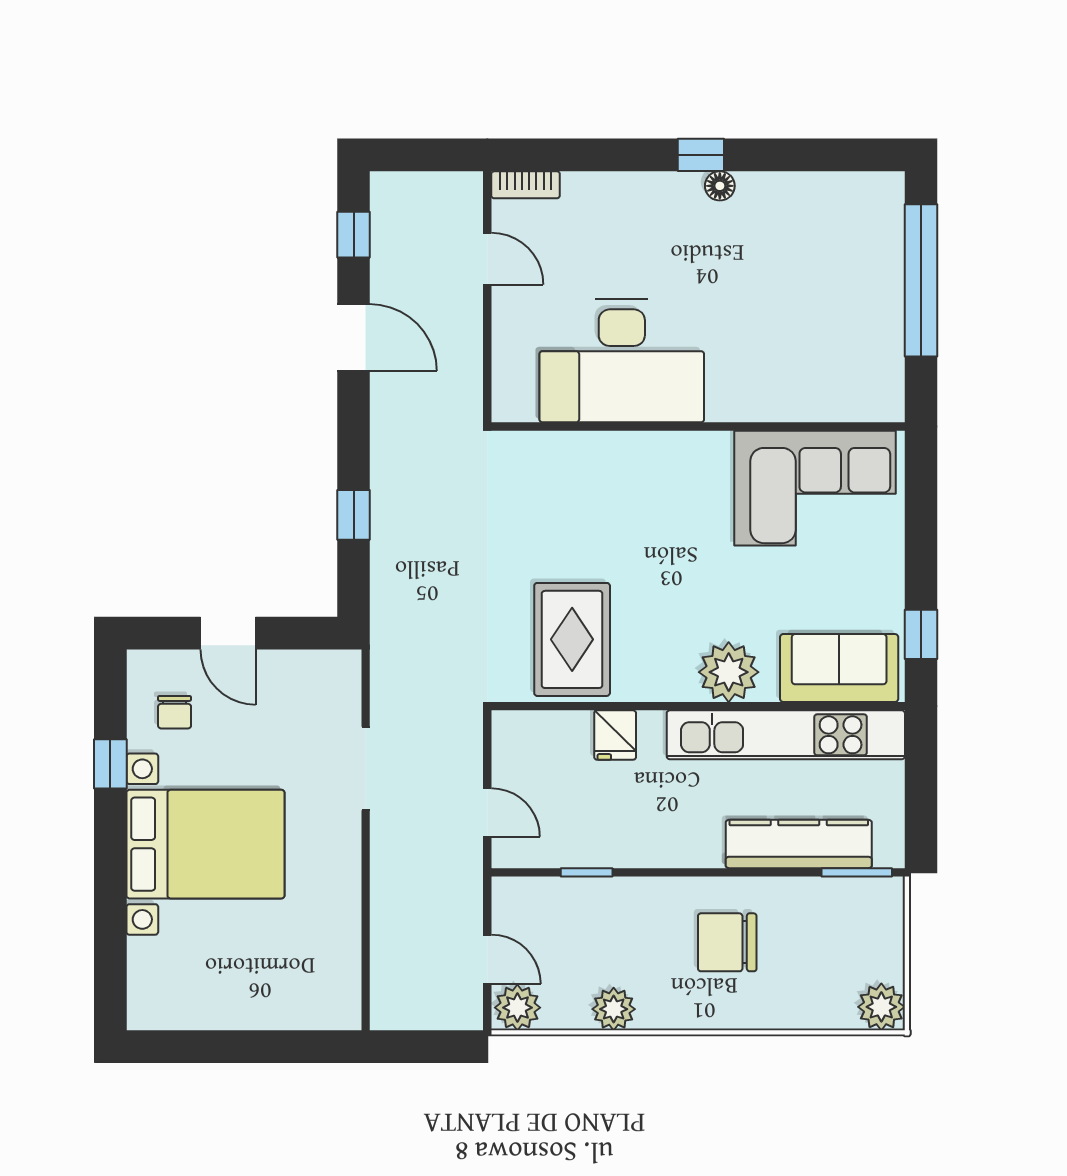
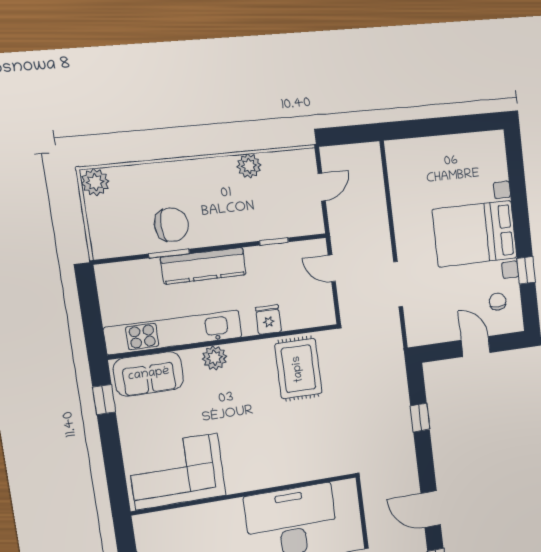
plant: (729, 672) -> (214, 358), width x0.73, depth x0.73
kitchen counter: (799, 844) -> (204, 266), moved
window: (857, 872) -> (169, 254), moved
chair: (727, 942) -> (171, 225), moved
door: (487, 959) -> (322, 187), swing flipped
plant: (517, 1008) -> (302, 162), removed

